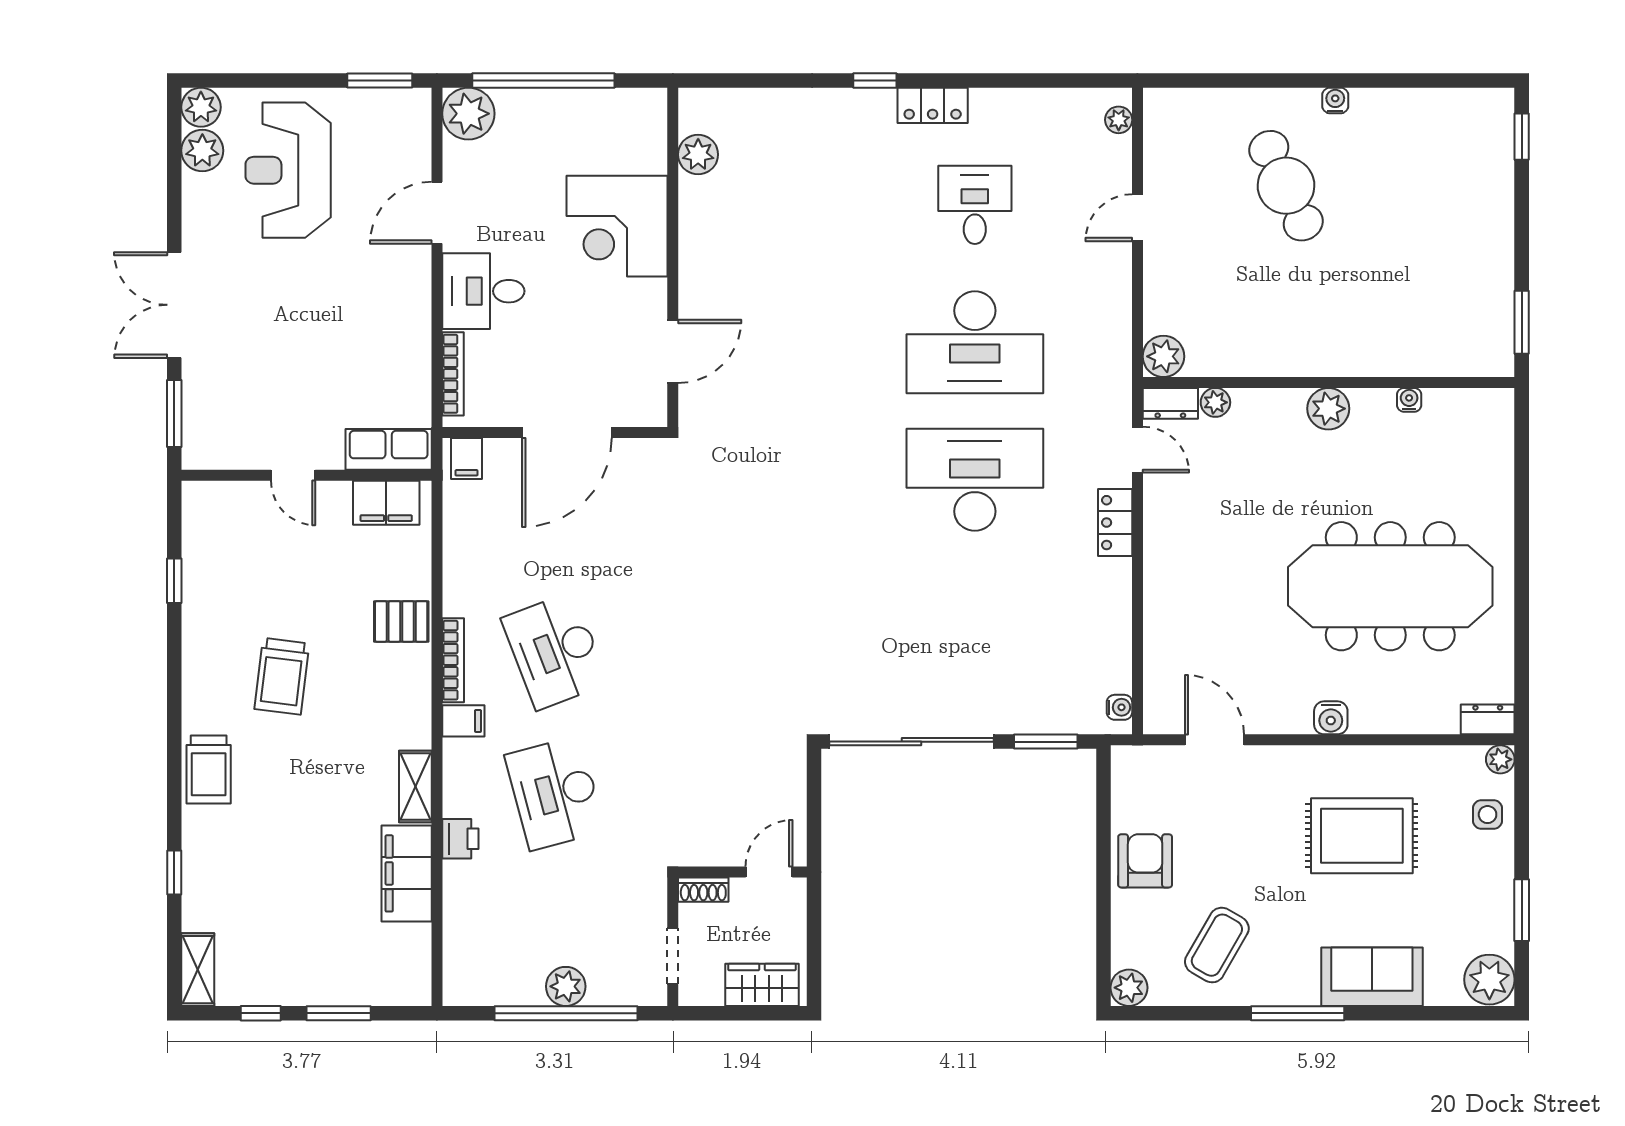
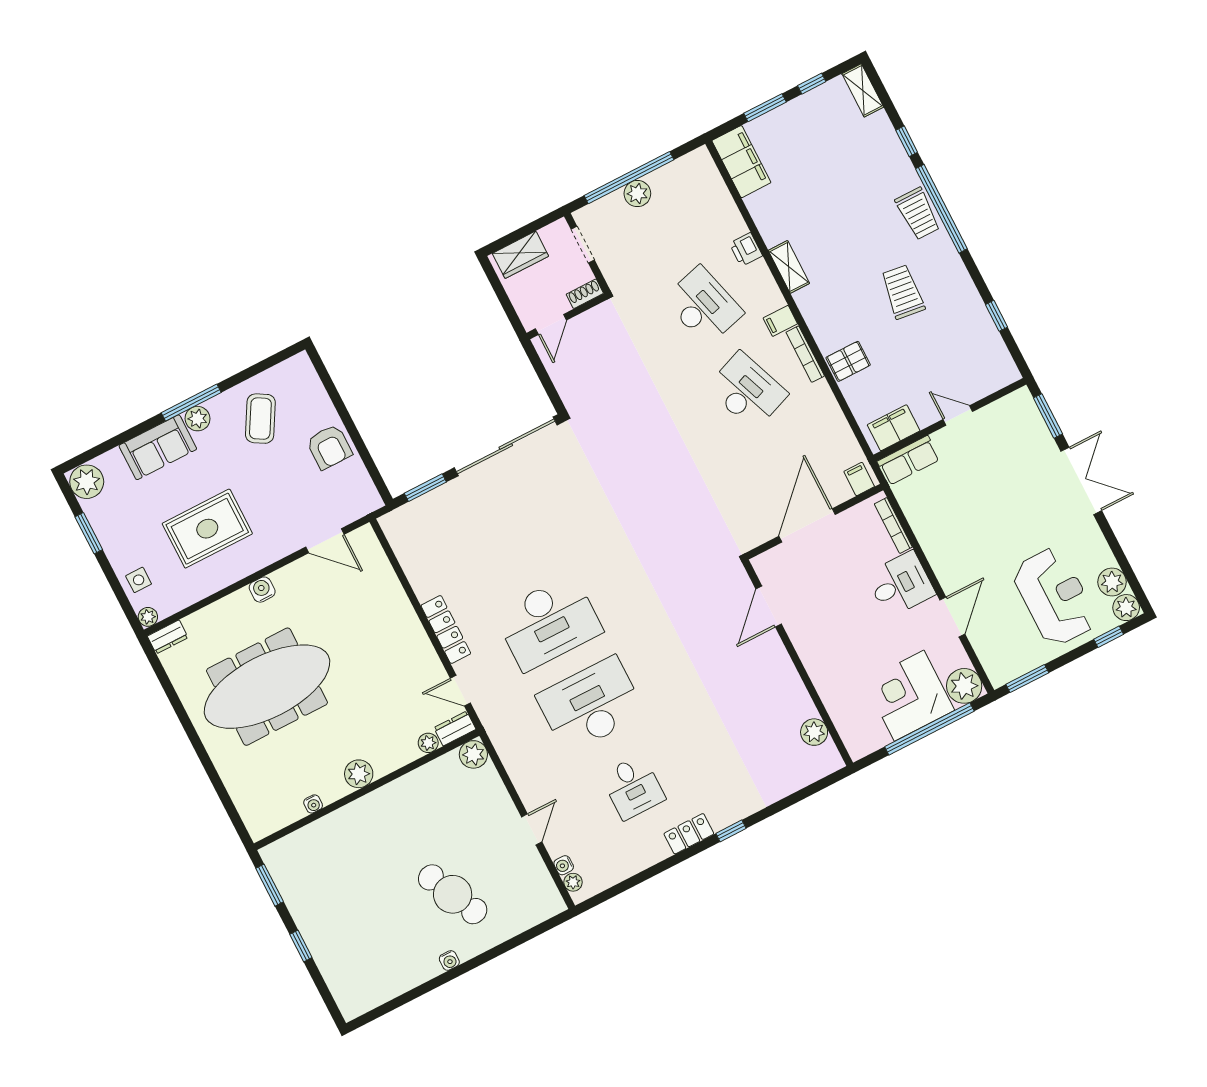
window: (244, 80) -> (1109, 637), added
window: (1522, 137) -> (301, 946), moved
corner desk: (617, 226) -> (909, 696), moved, turned -90
locker: (1115, 523) -> (446, 630), width x1.53
water cooler: (1119, 707) -> (564, 865), moved
window: (174, 760) -> (941, 209), added
trolley: (209, 769) -> (918, 214), turned 180
filing cabinet: (407, 873) -> (741, 162), moved
plant: (1129, 988) -> (197, 419), moved

